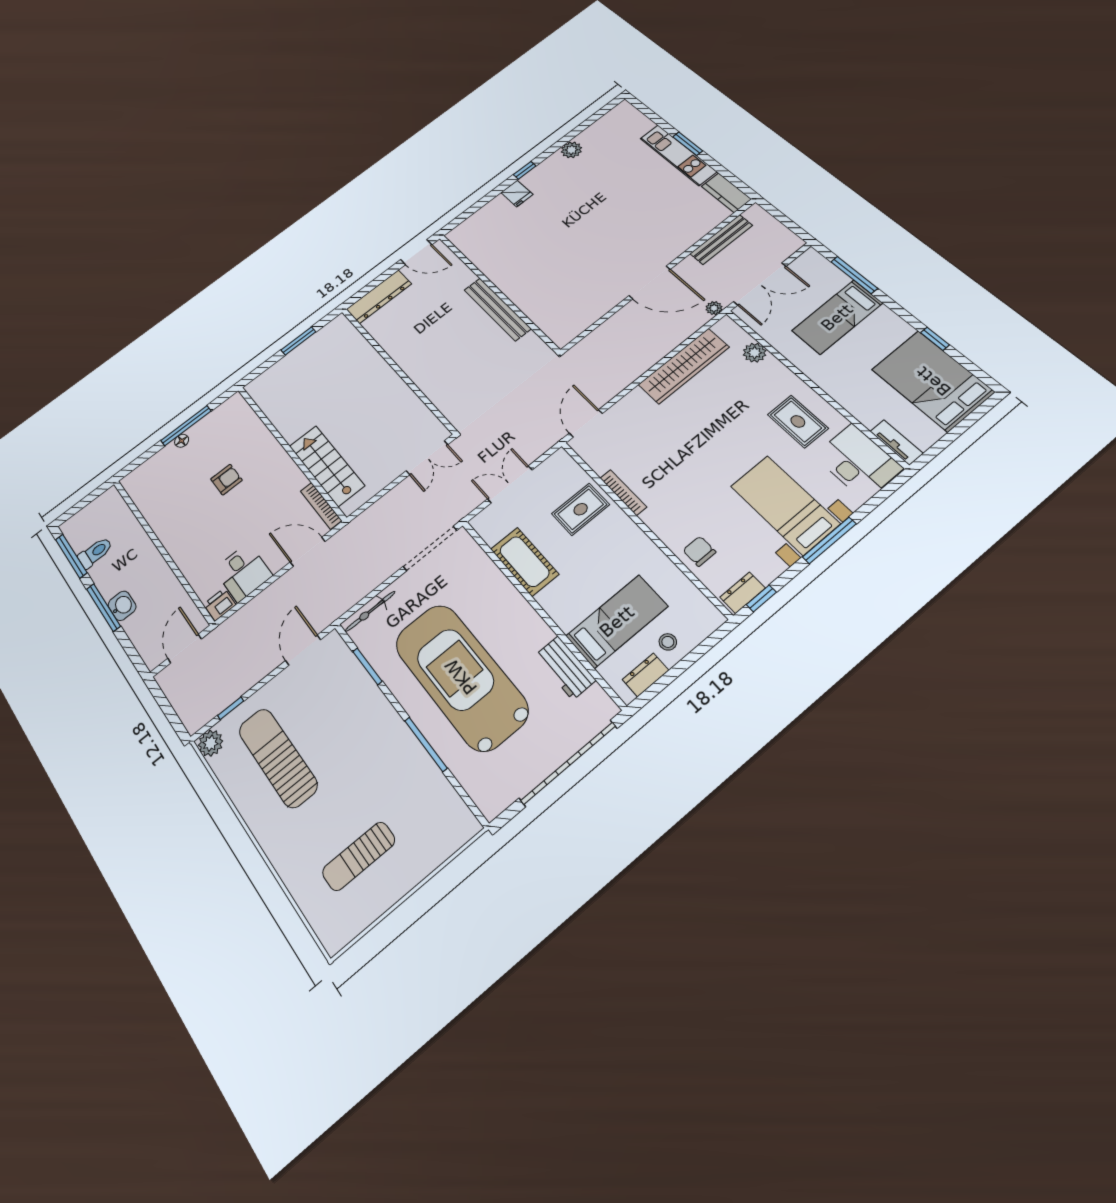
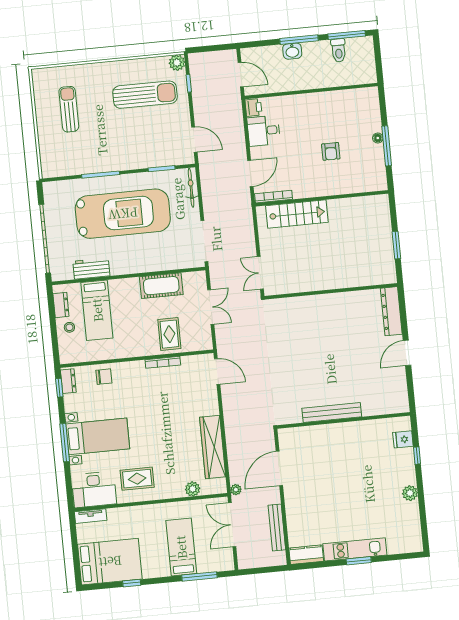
wall: (498, 292) -> (344, 420), moved
bench: (497, 309) -> (332, 413), moved

